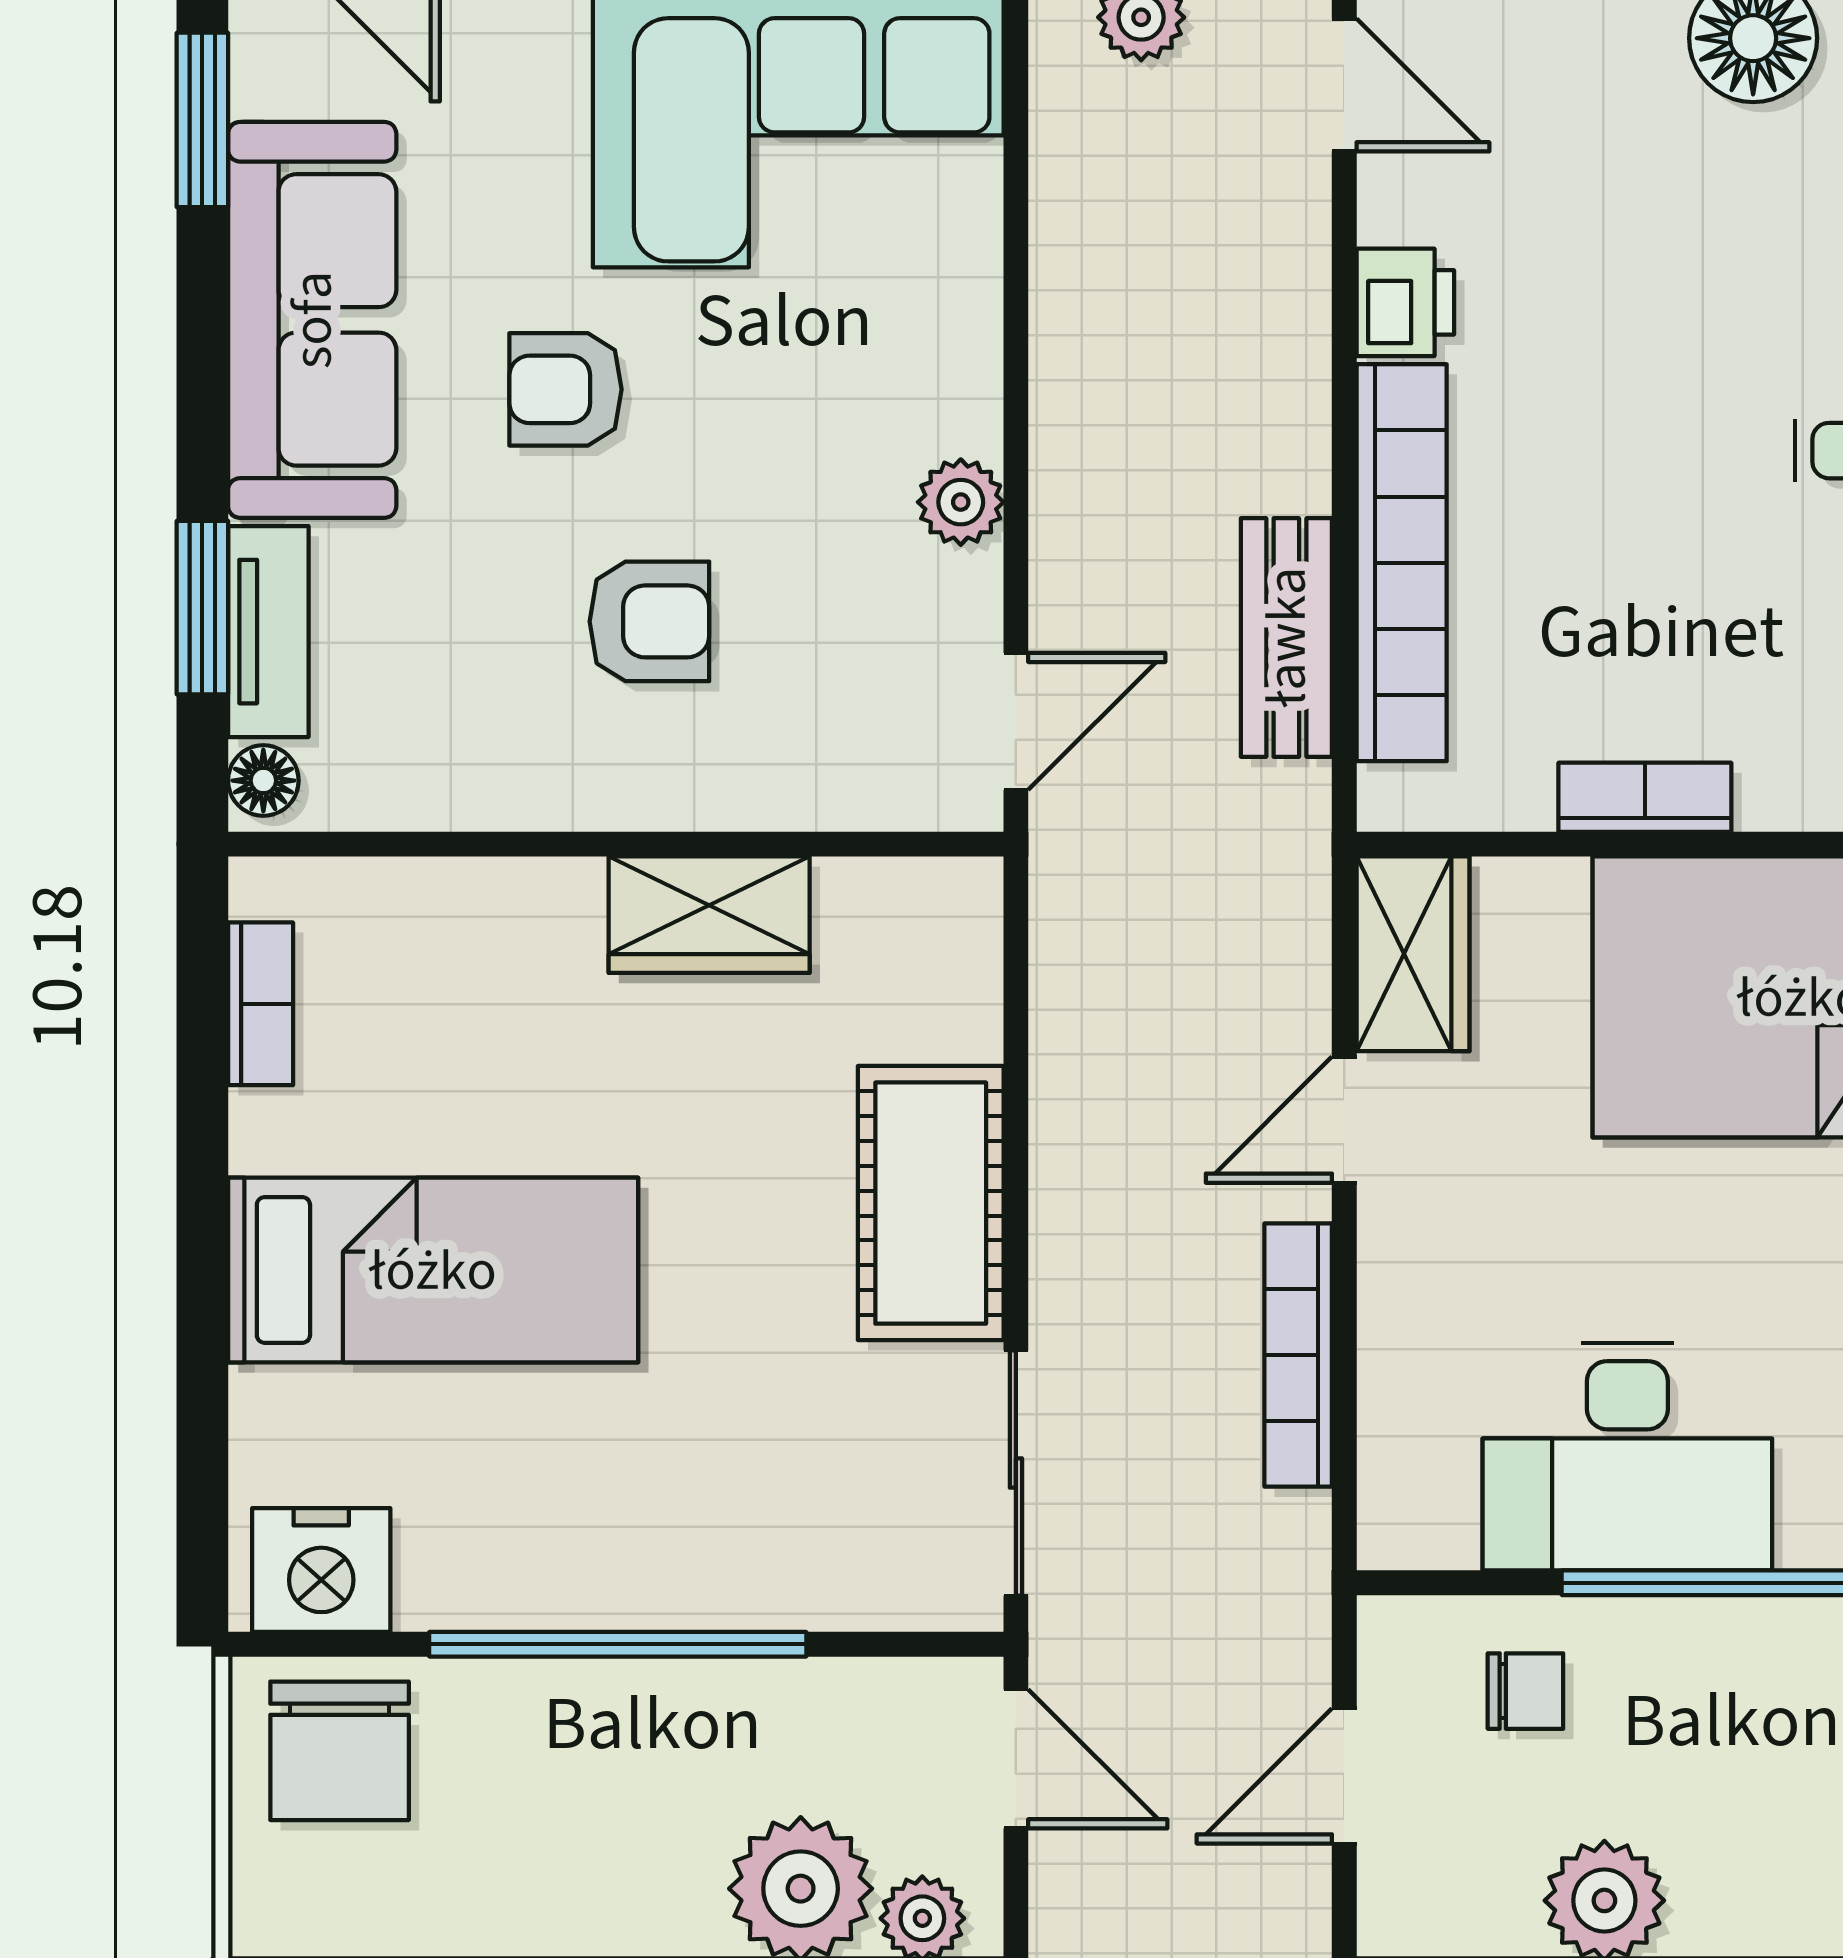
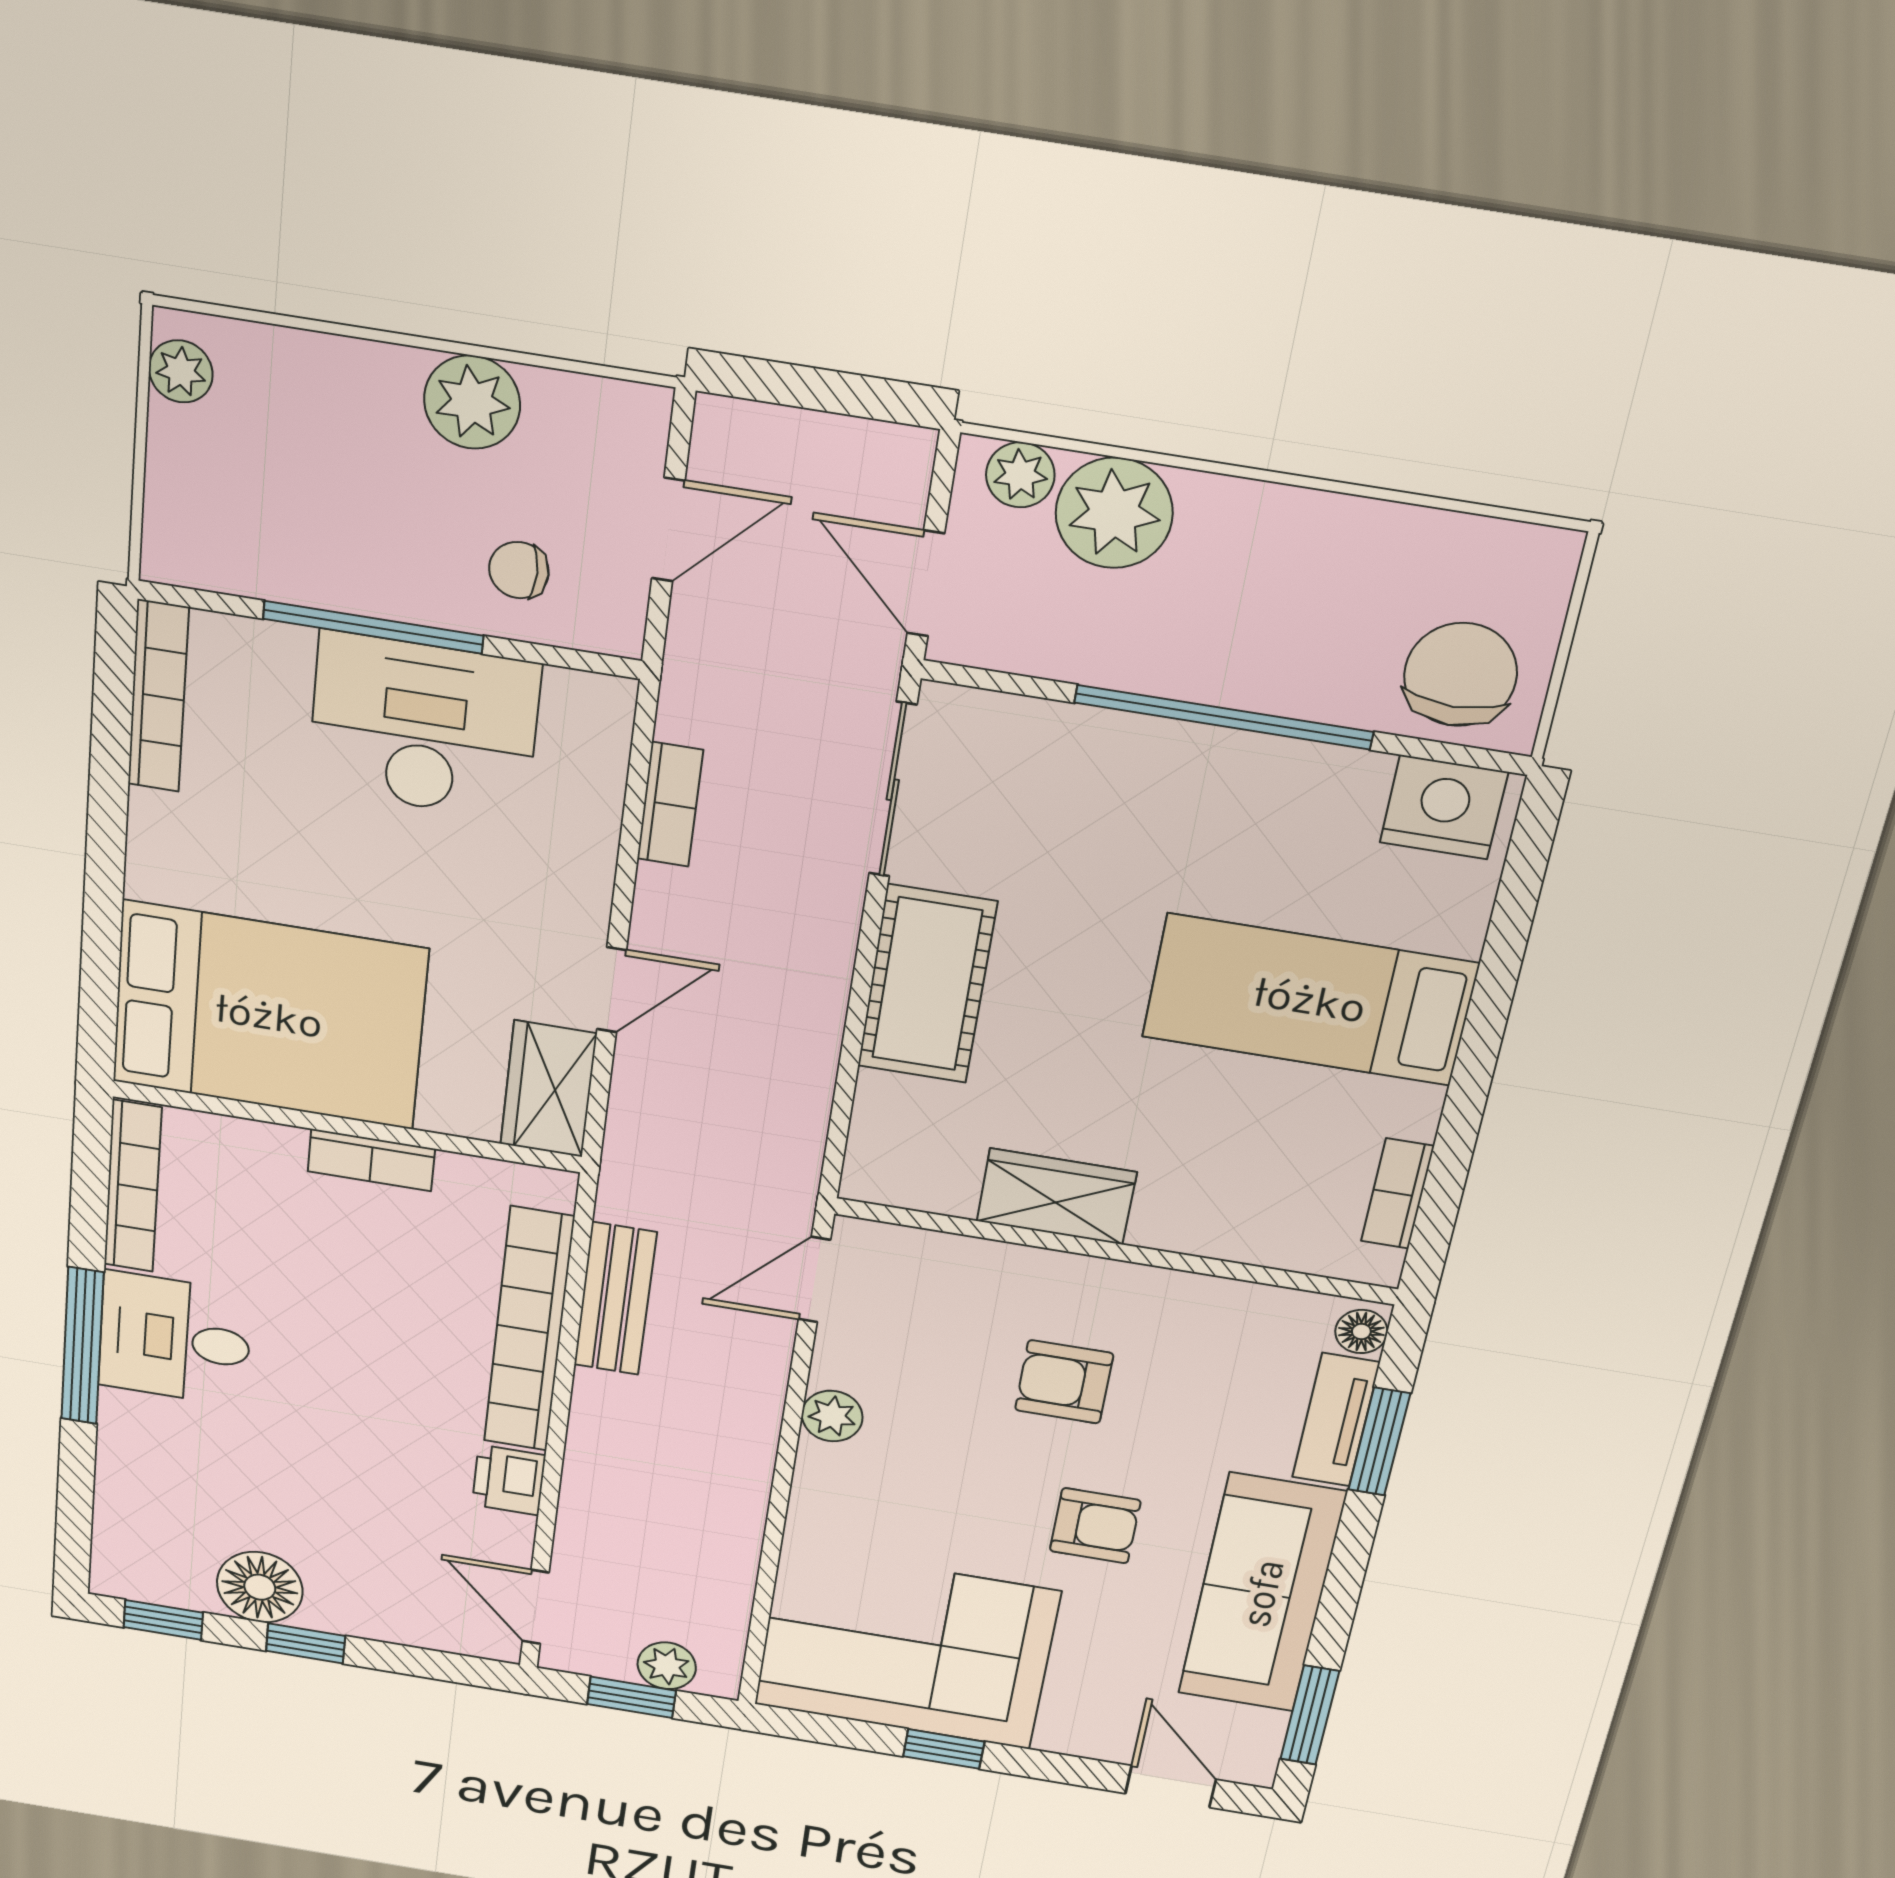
bookcase: (1298, 1355) -> (670, 805), width x0.64

